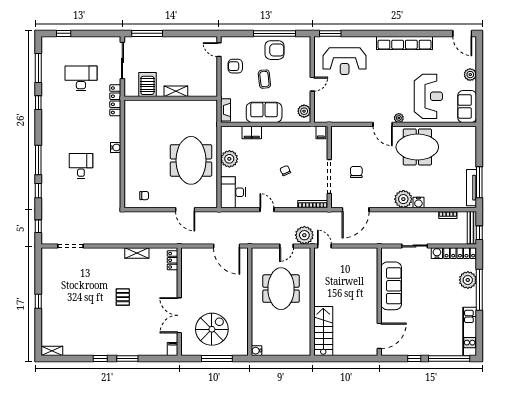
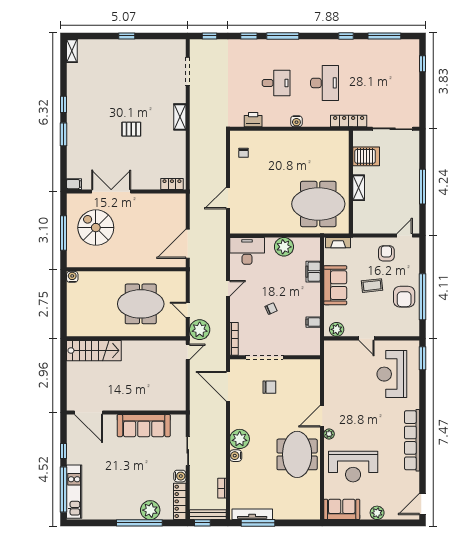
window: (147, 33) -> (422, 187), moved
desk: (81, 78) -> (325, 83), moved
filing cabinet: (321, 132) -> (313, 322), moved
meeting table: (191, 160) -> (318, 204), moved
printer: (114, 187) -> (253, 120), added
shelving: (137, 253) -> (180, 117), moved
spiral stairs: (212, 329) -> (96, 228), turned 180
kitchen unit: (470, 331) -> (74, 492), moved, turned 90

